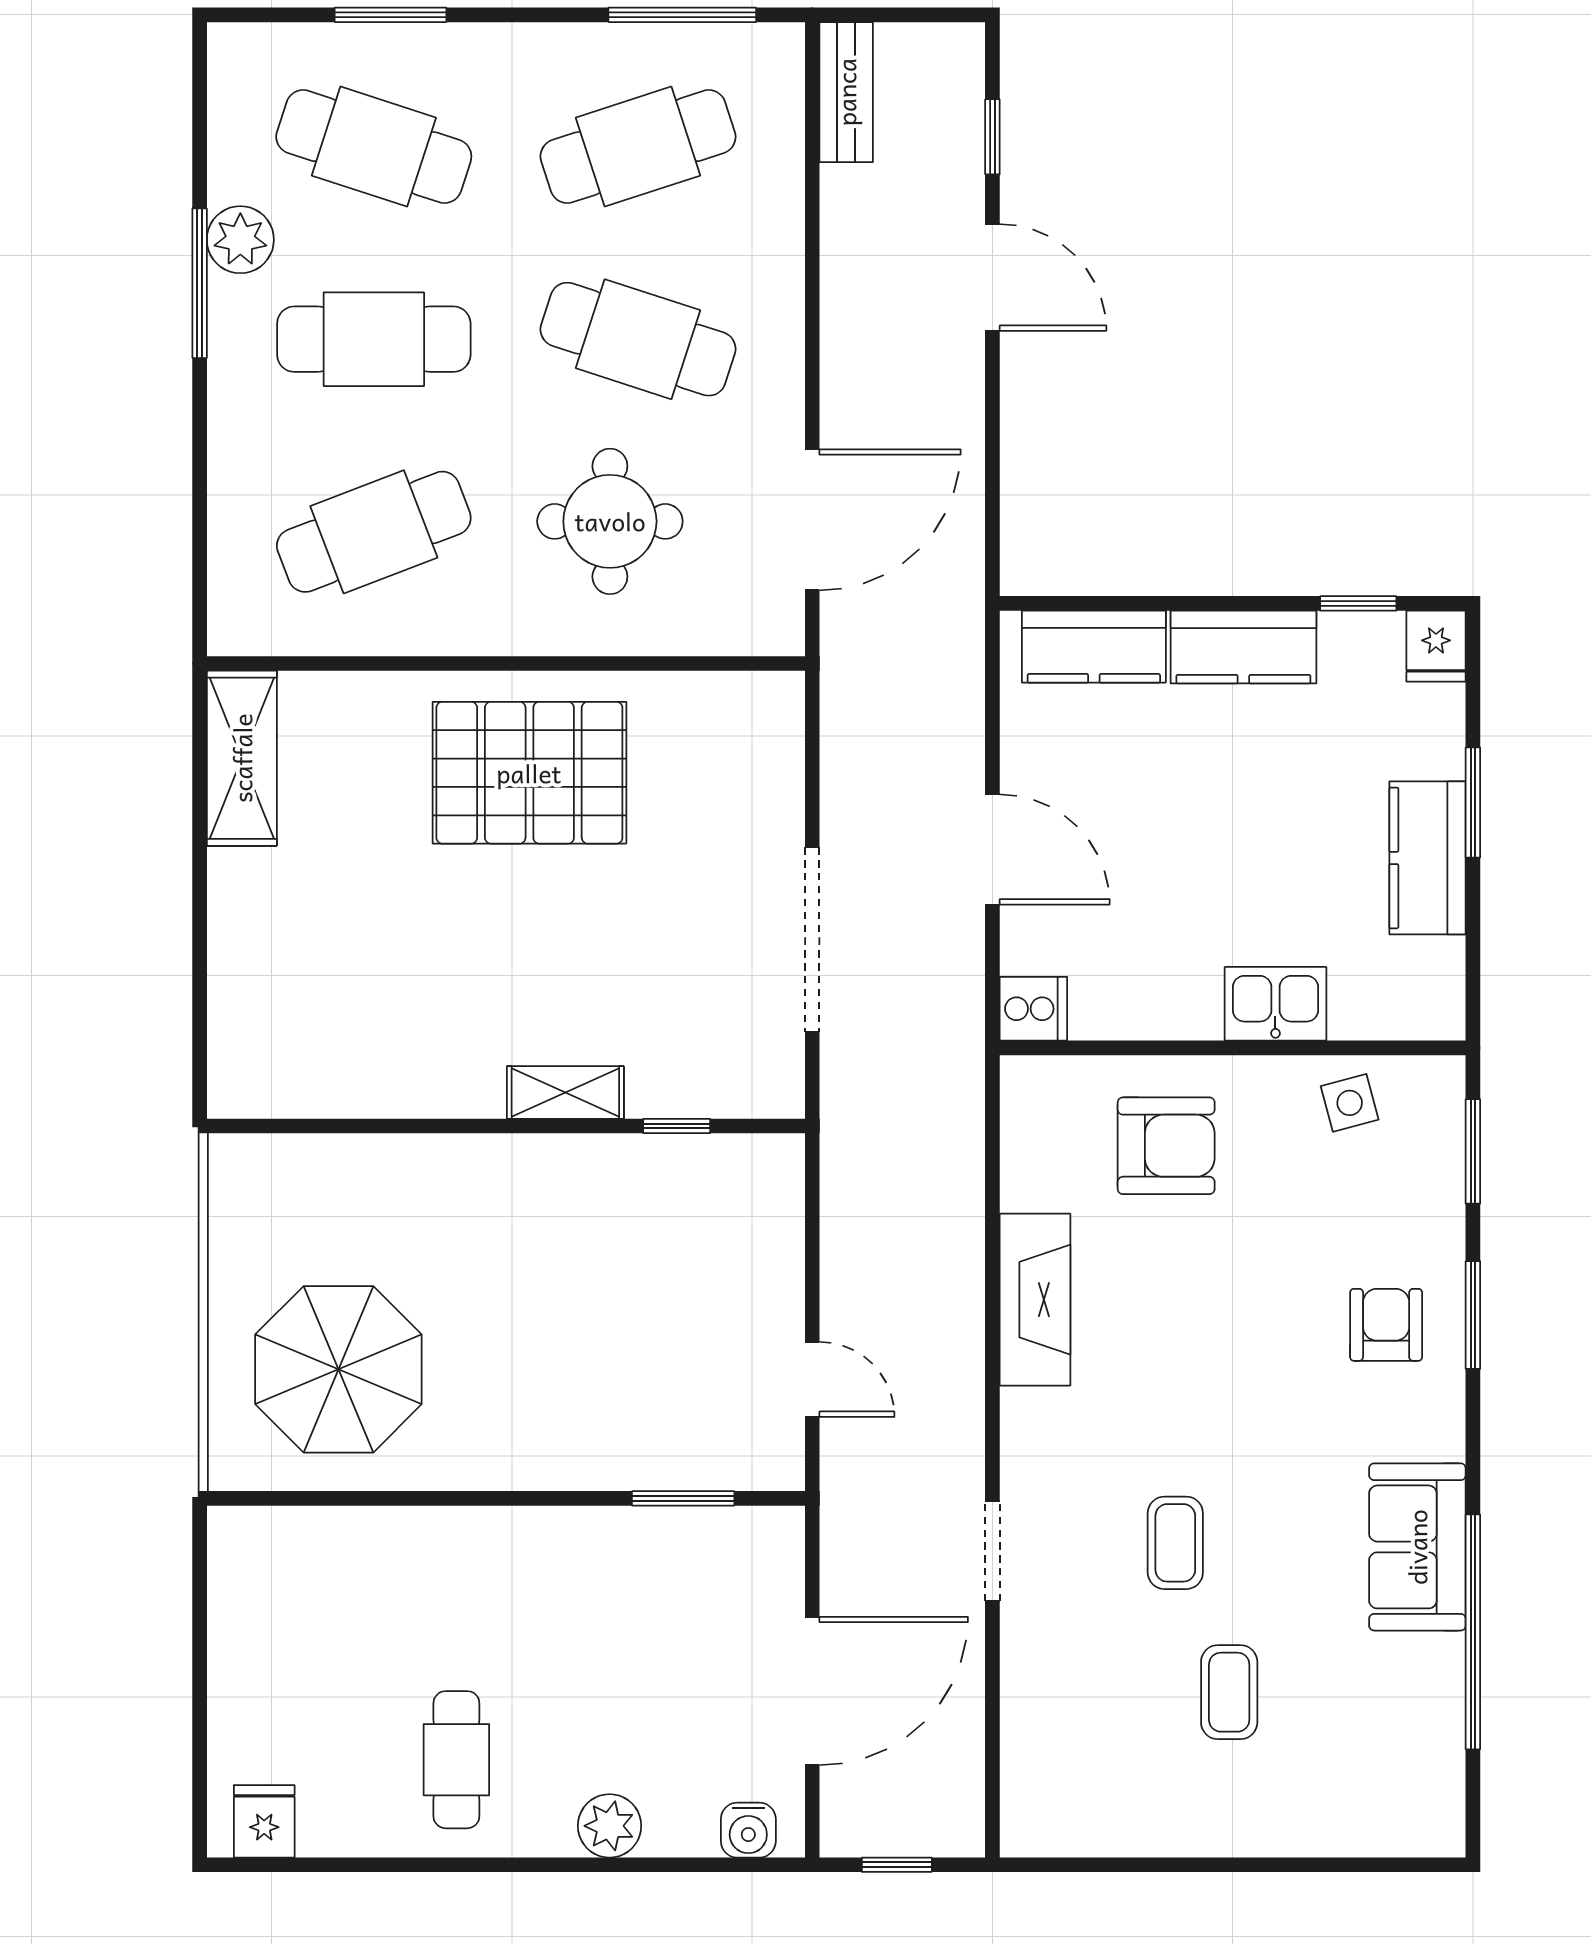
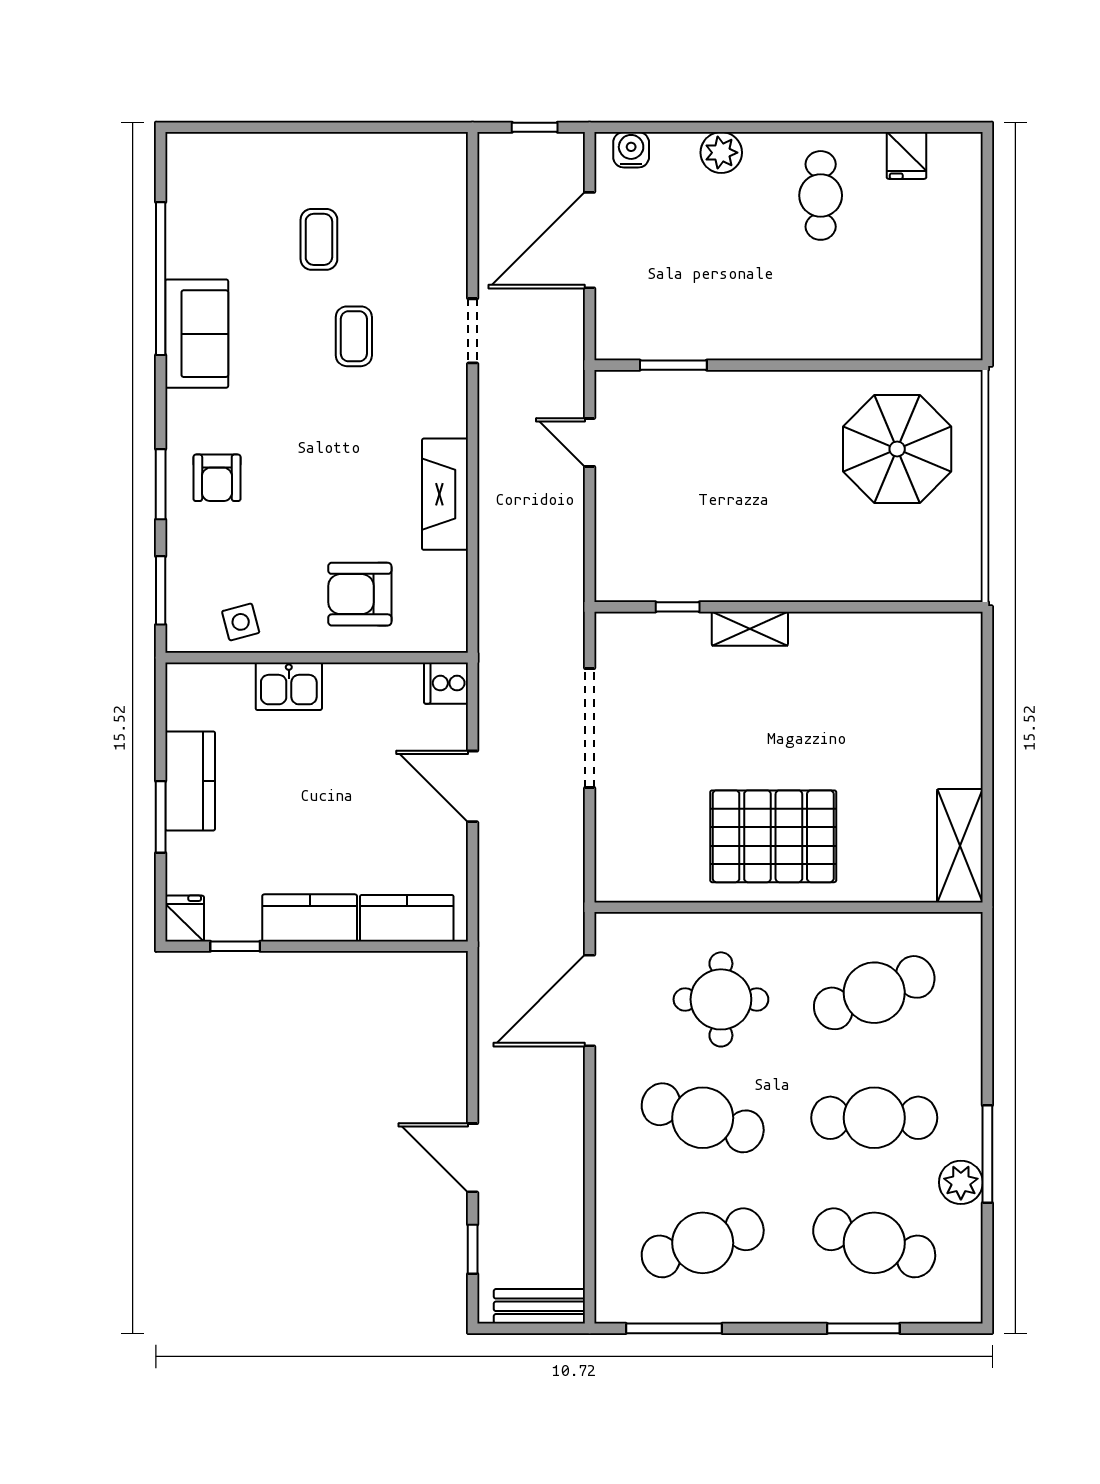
bench: (846, 92) -> (539, 1306), moved, turned 90
fridge: (264, 1821) -> (907, 155), moved

